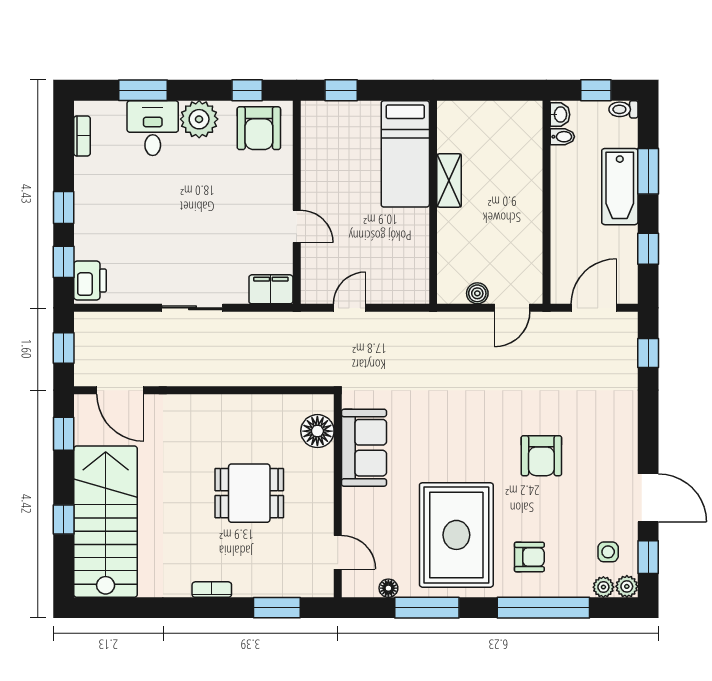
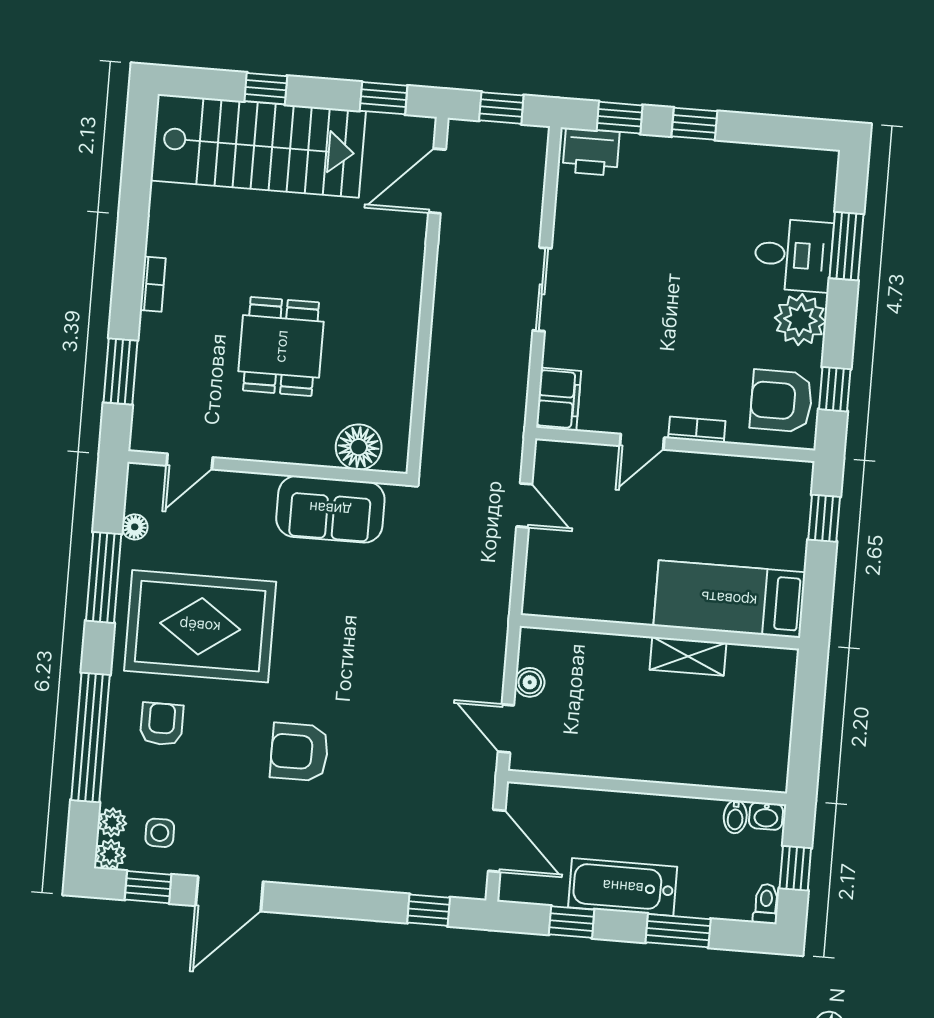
bookcase: (82, 136) -> (697, 430), moved, turned 180
bathtub: (620, 187) -> (623, 887), moved
armchair: (529, 557) -> (162, 724), turned 180

